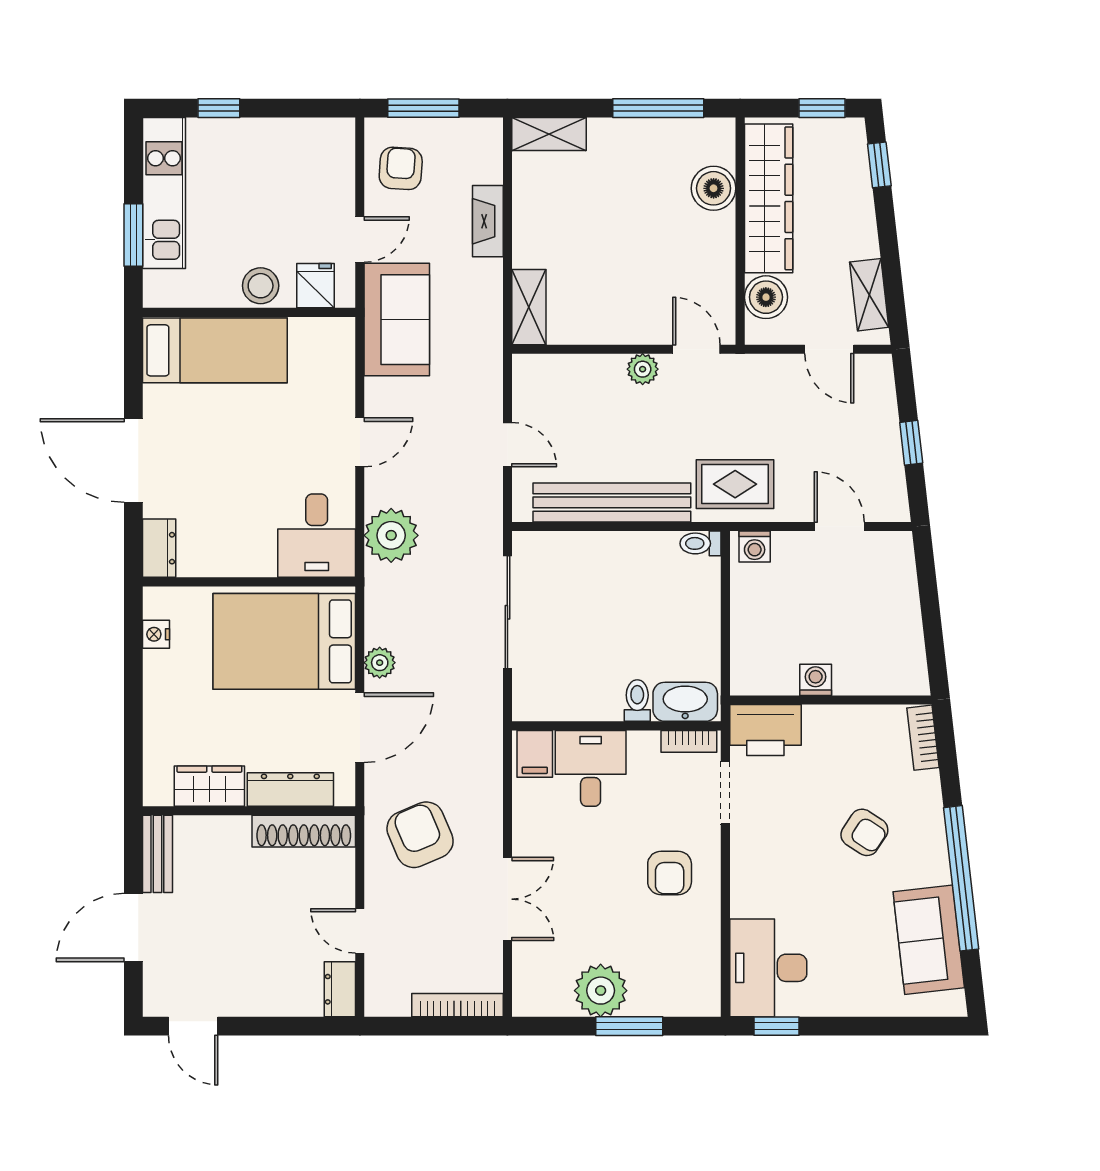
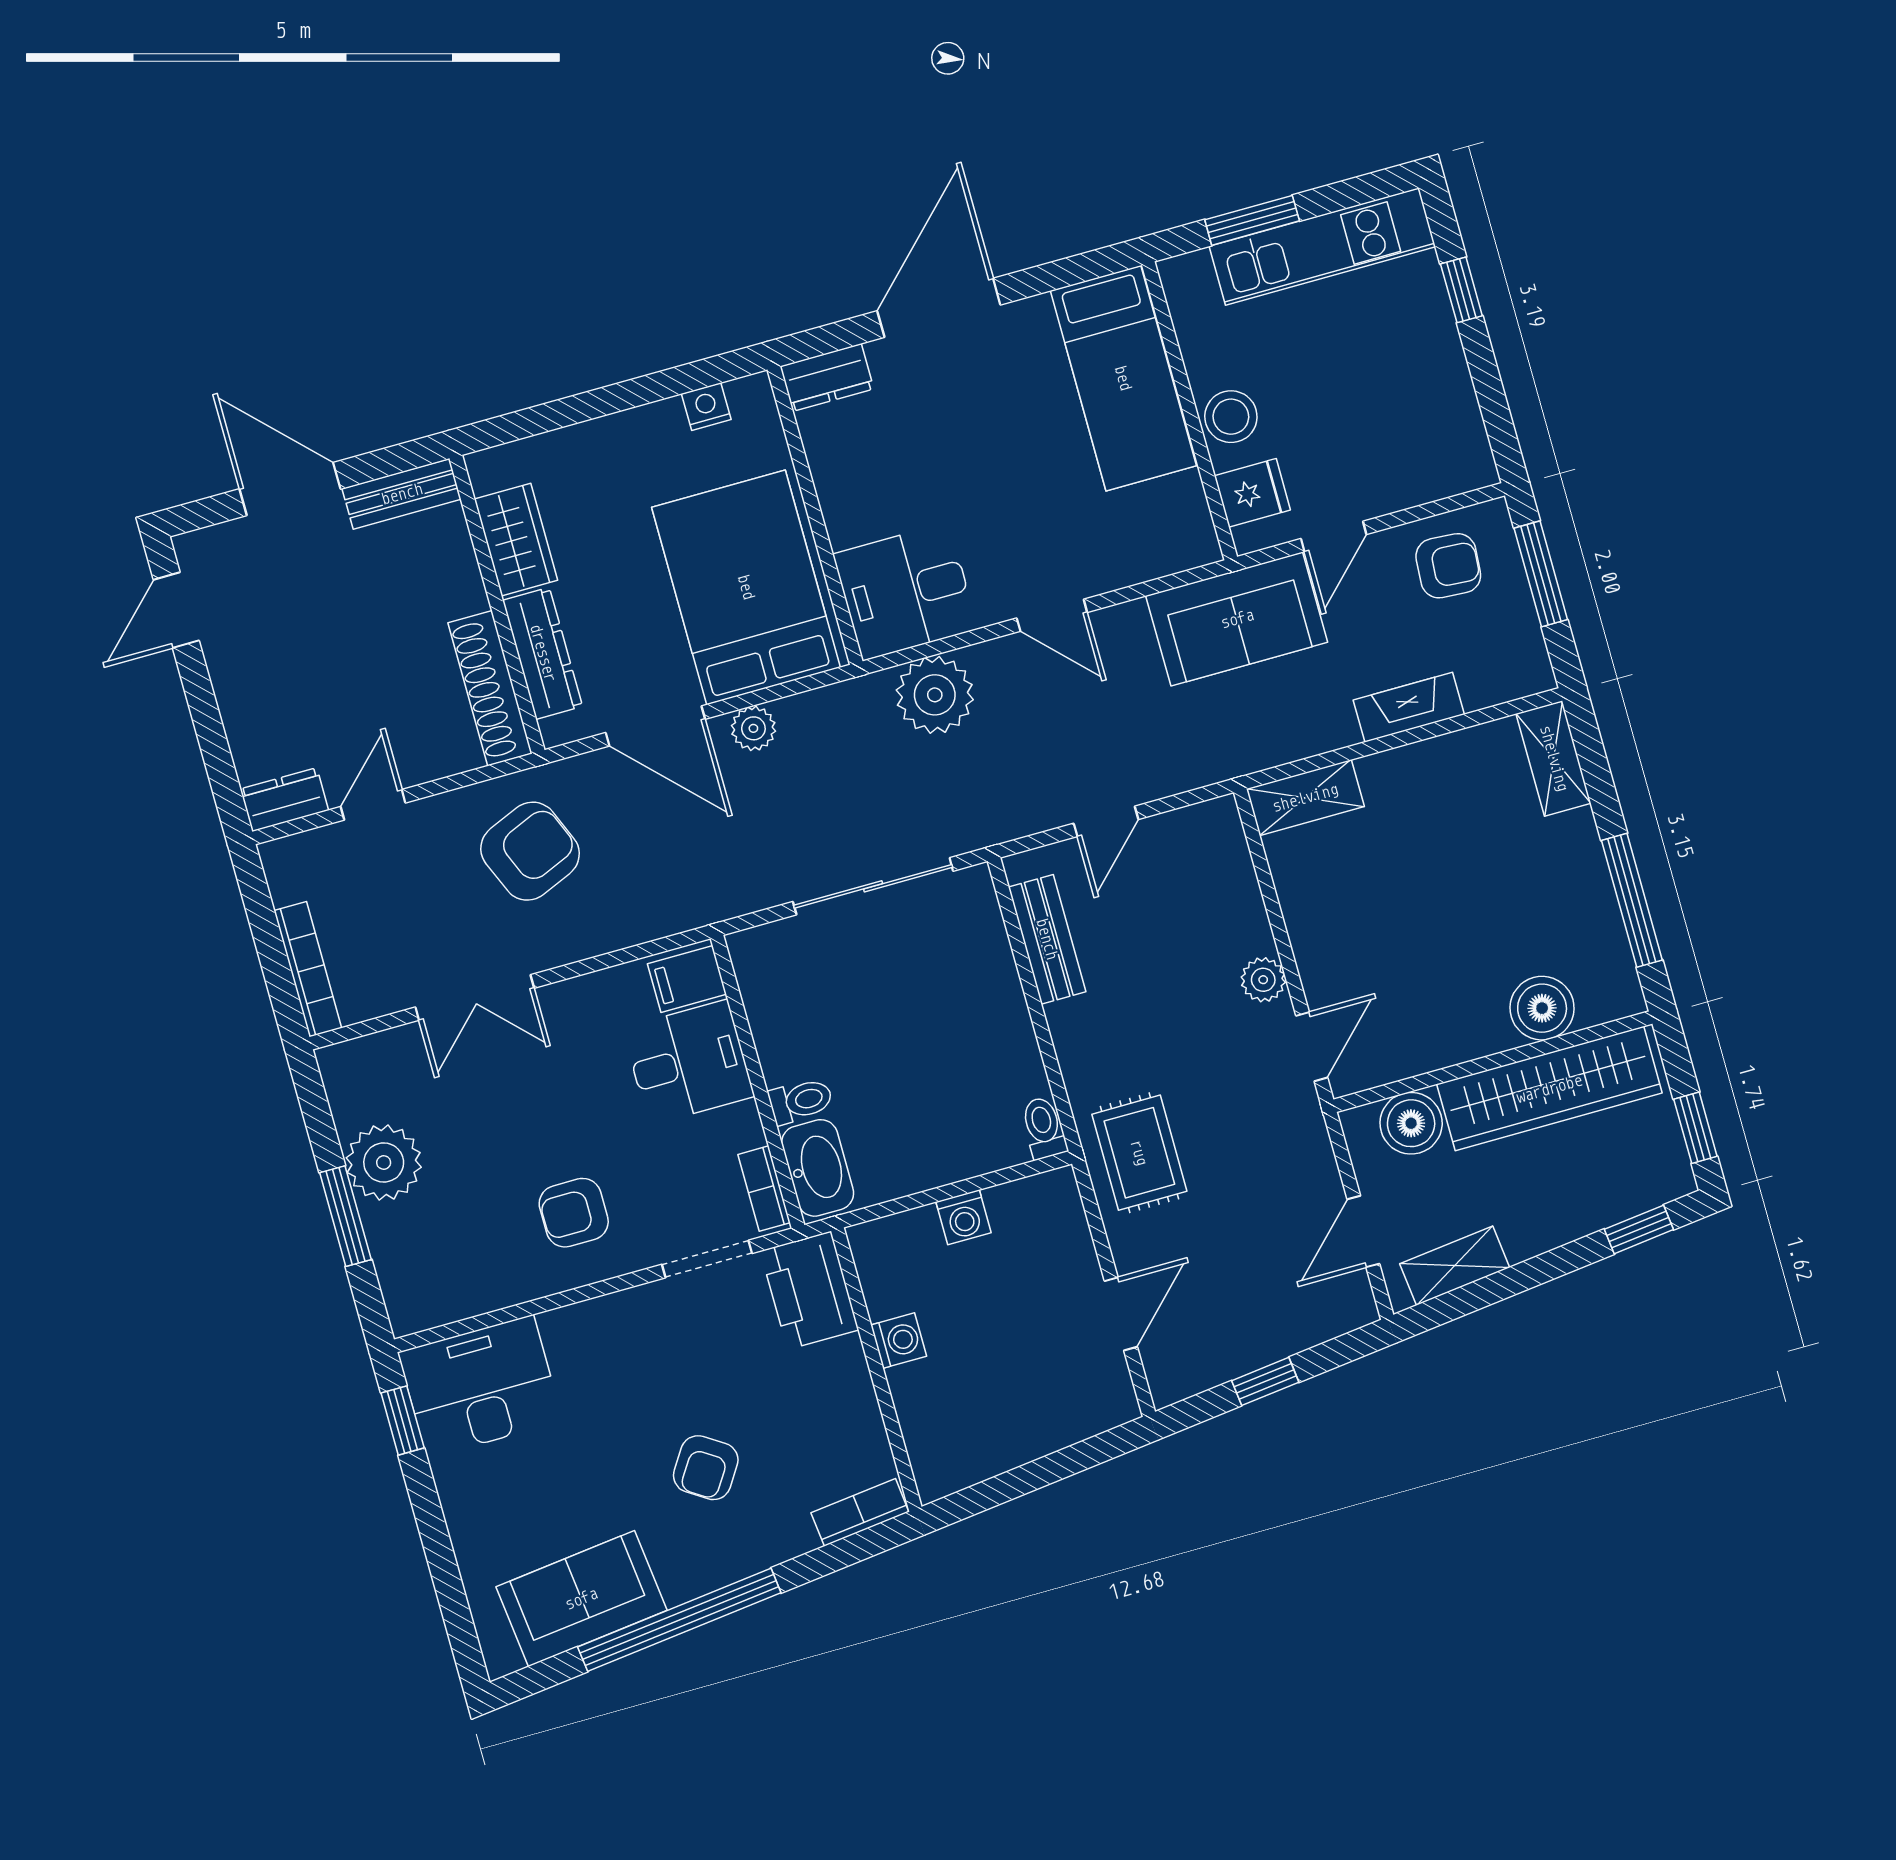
door: (360, 240) -> (1334, 537), hinge flipped
bench: (612, 502) -> (1047, 939), width x0.54, depth x0.82
washing machine: (755, 546) -> (964, 1217), moved, turned -90

